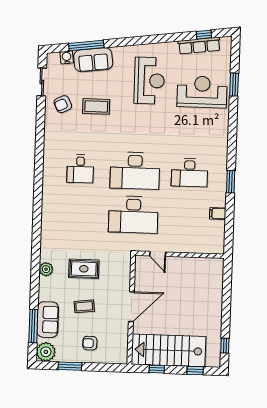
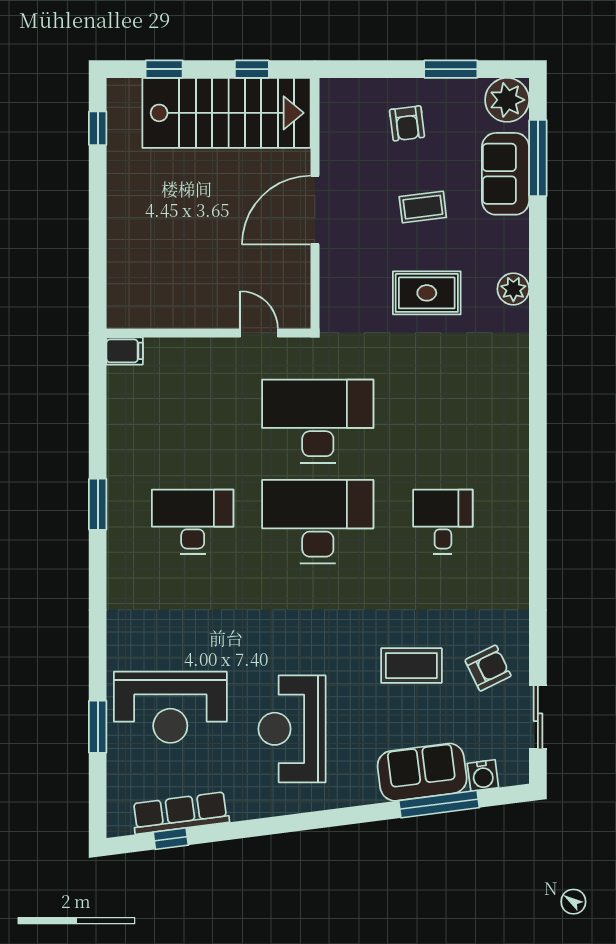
filing cabinet: (218, 213) -> (125, 351), moved
armchair: (90, 343) -> (407, 123), turned 83

